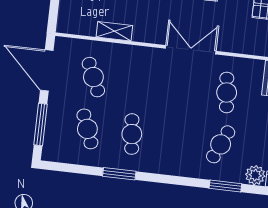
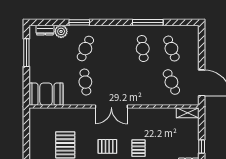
shelving: (114, 31) -> (188, 113), moved
window: (41, 125) -> (202, 48), removed
window: (119, 174) -> (148, 22), width x1.44

